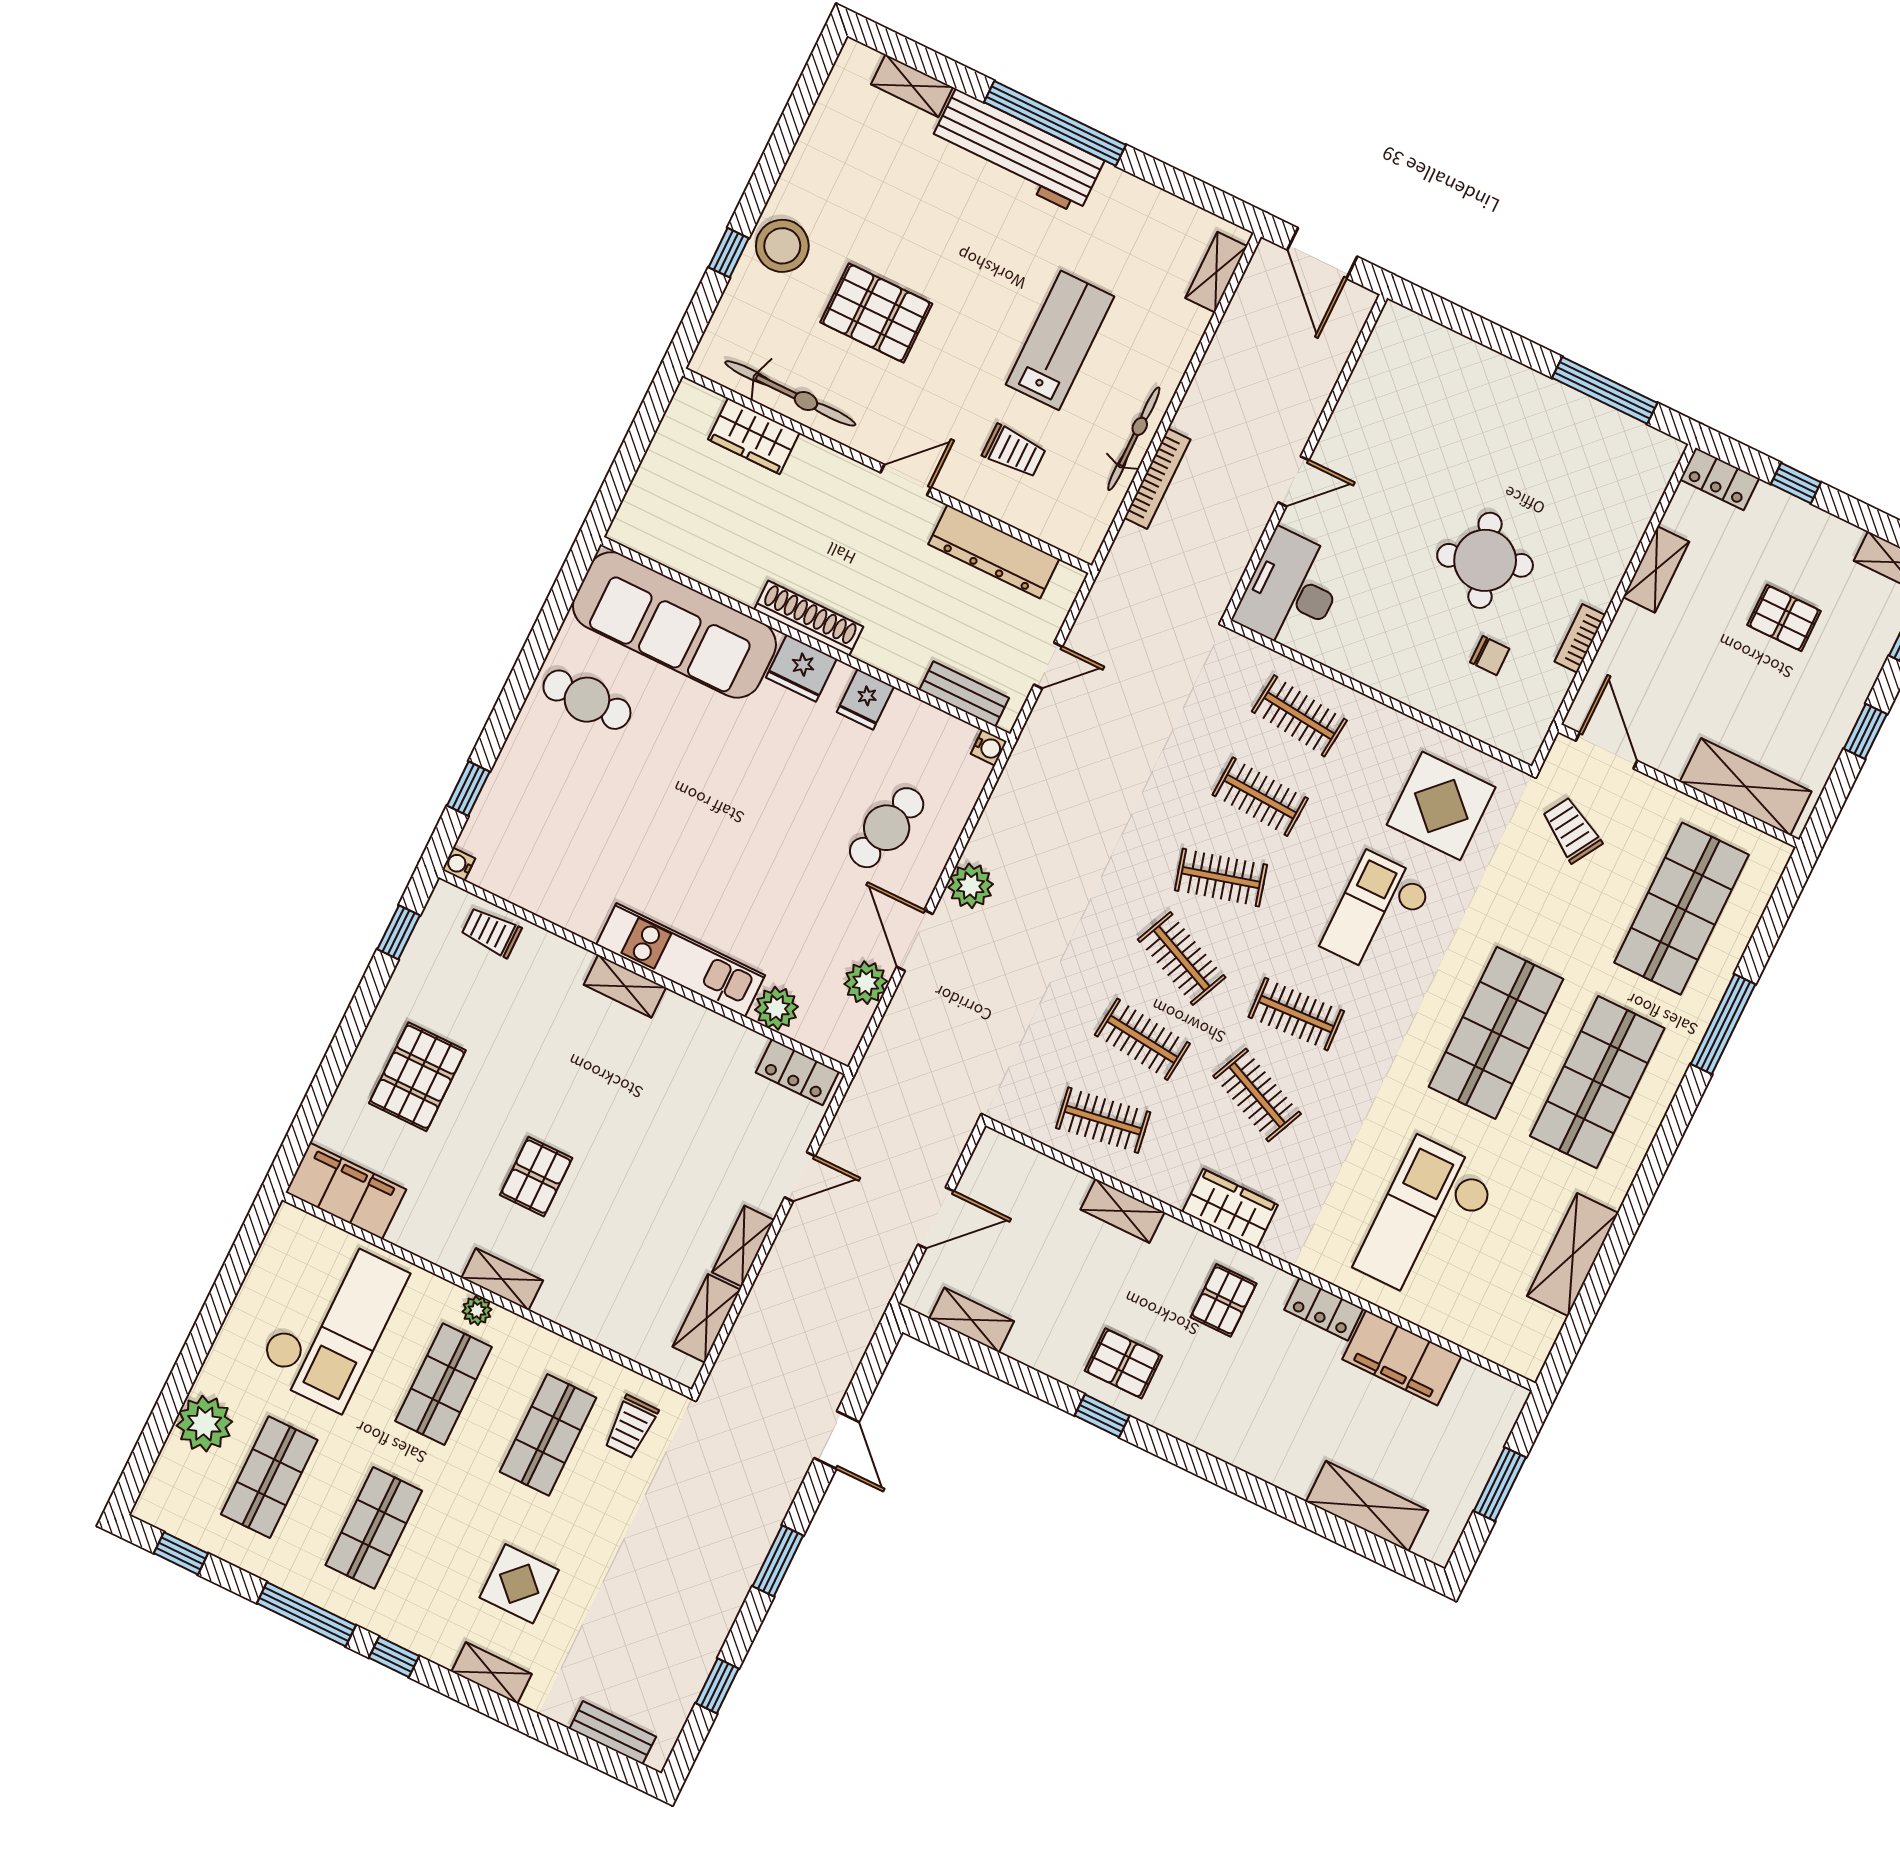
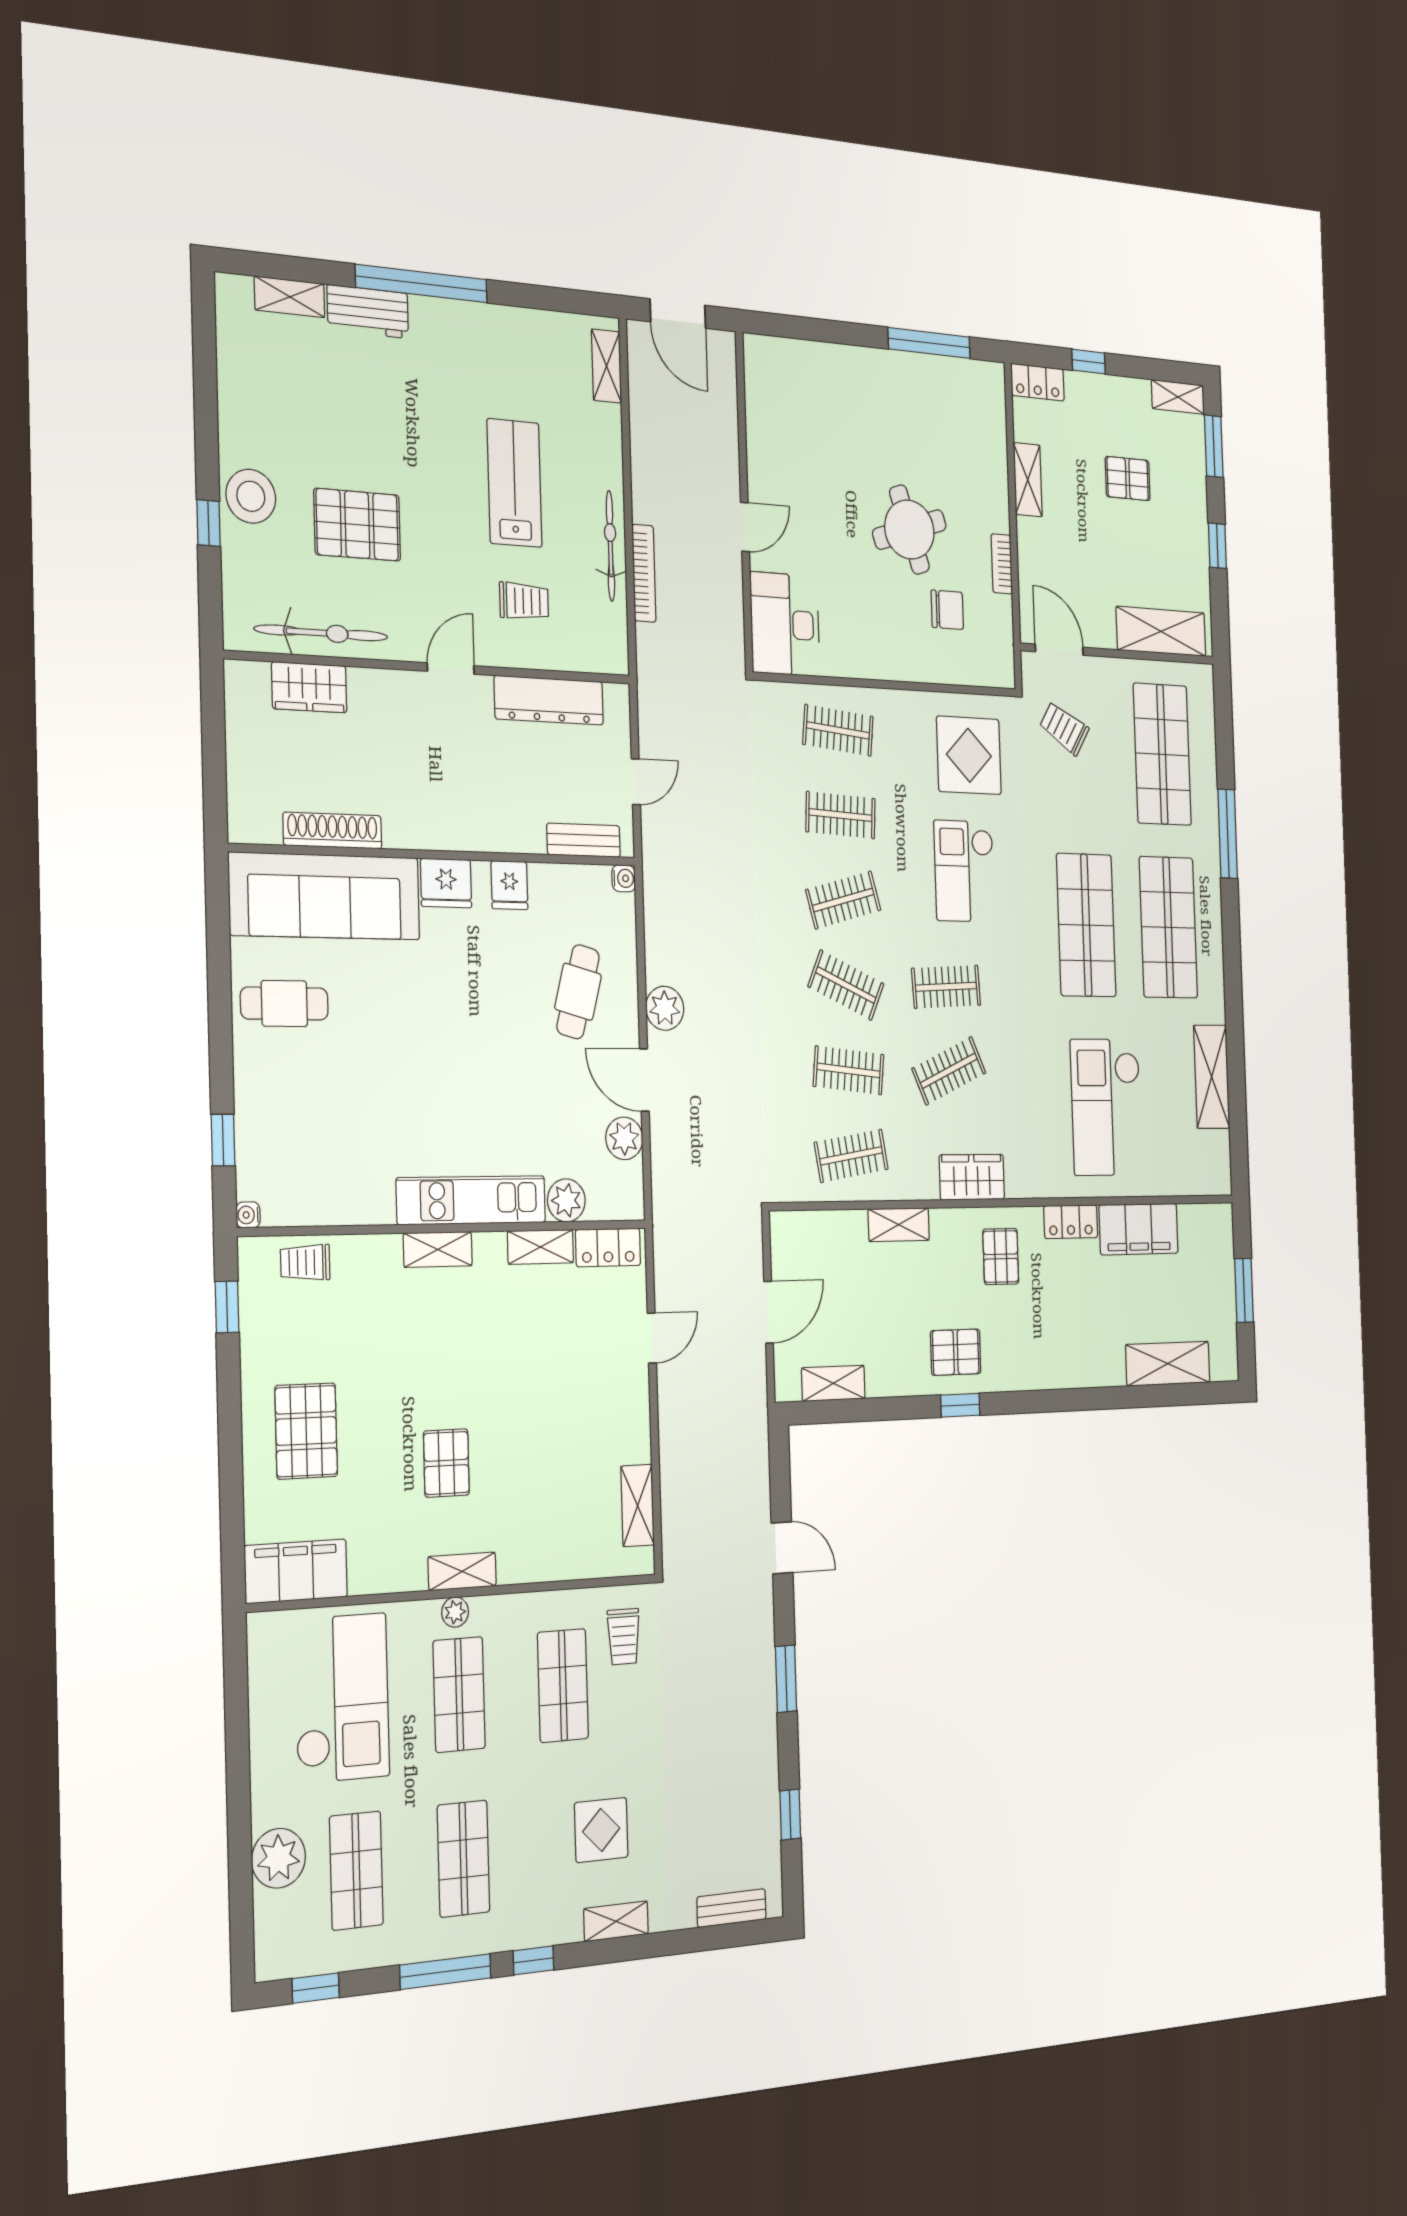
workbench: (1017, 152) -> (368, 312), width x0.53, depth x0.76
shoe rack: (809, 618) -> (332, 831), moved
chair: (1490, 656) -> (947, 610), width x1.37, depth x1.37
clothes rail: (1257, 1095) -> (949, 1071), turned -48
shelving: (743, 1246) -> (540, 1247), moved, turned 90

